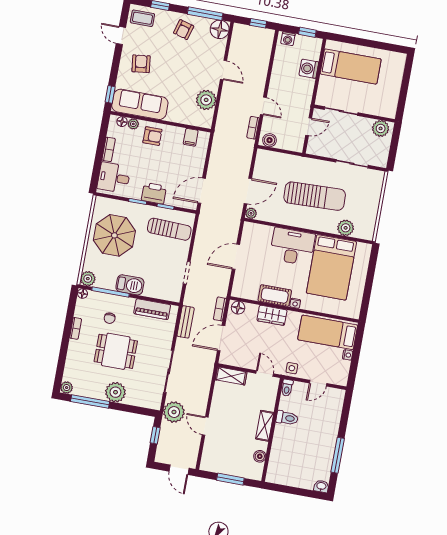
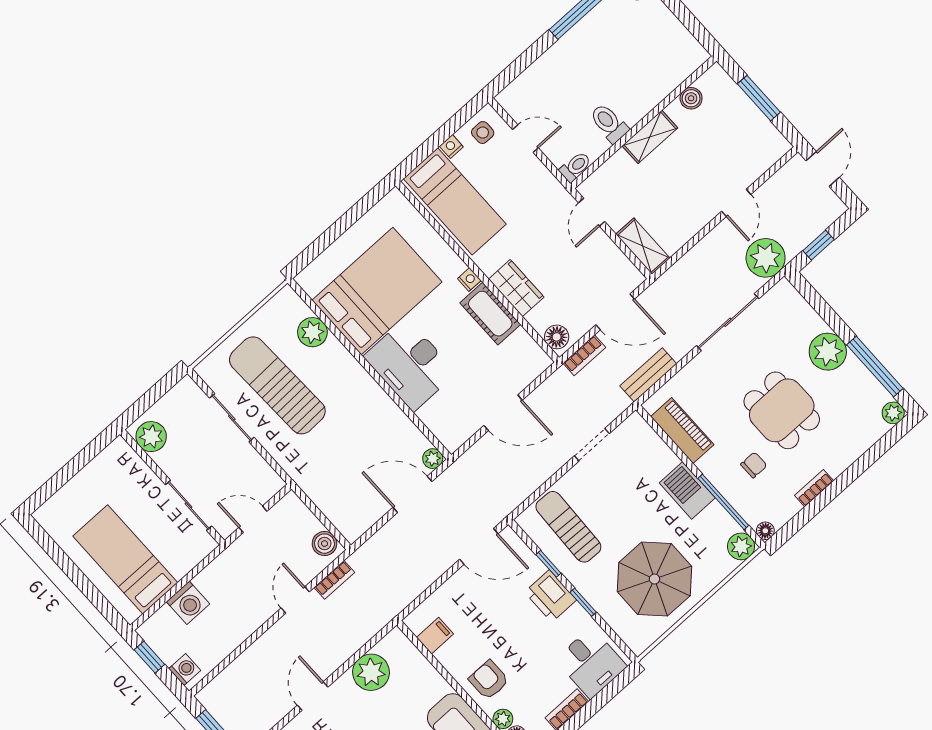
sun lounger: (315, 196) -> (277, 385), moved
side table: (292, 368) -> (483, 133), moved

